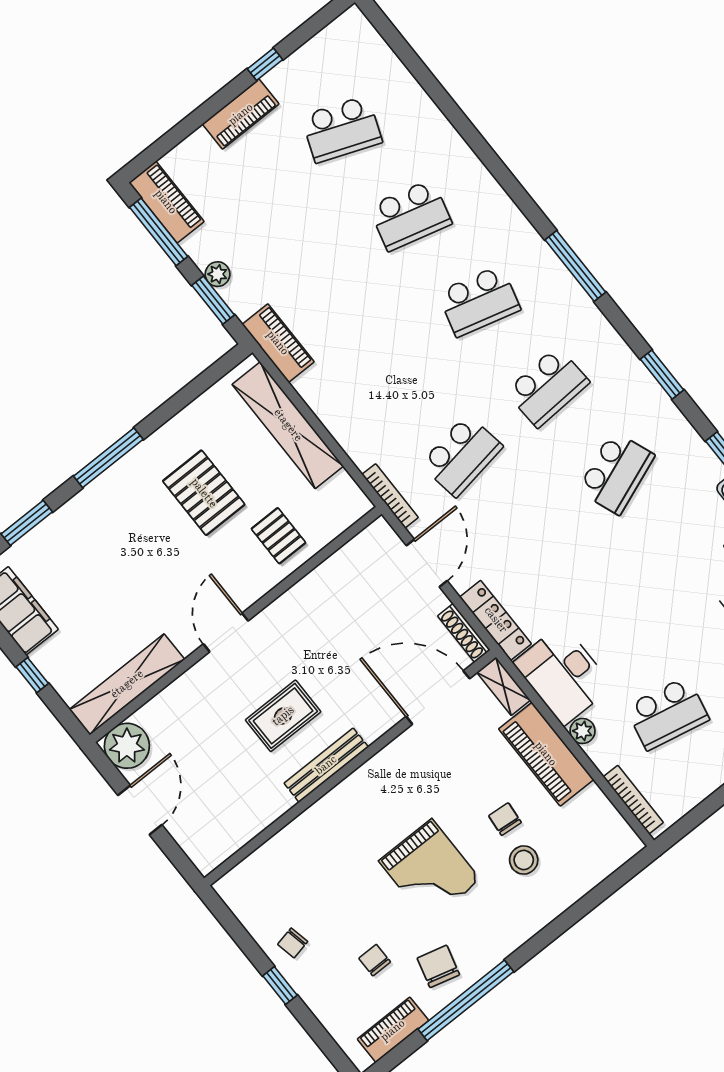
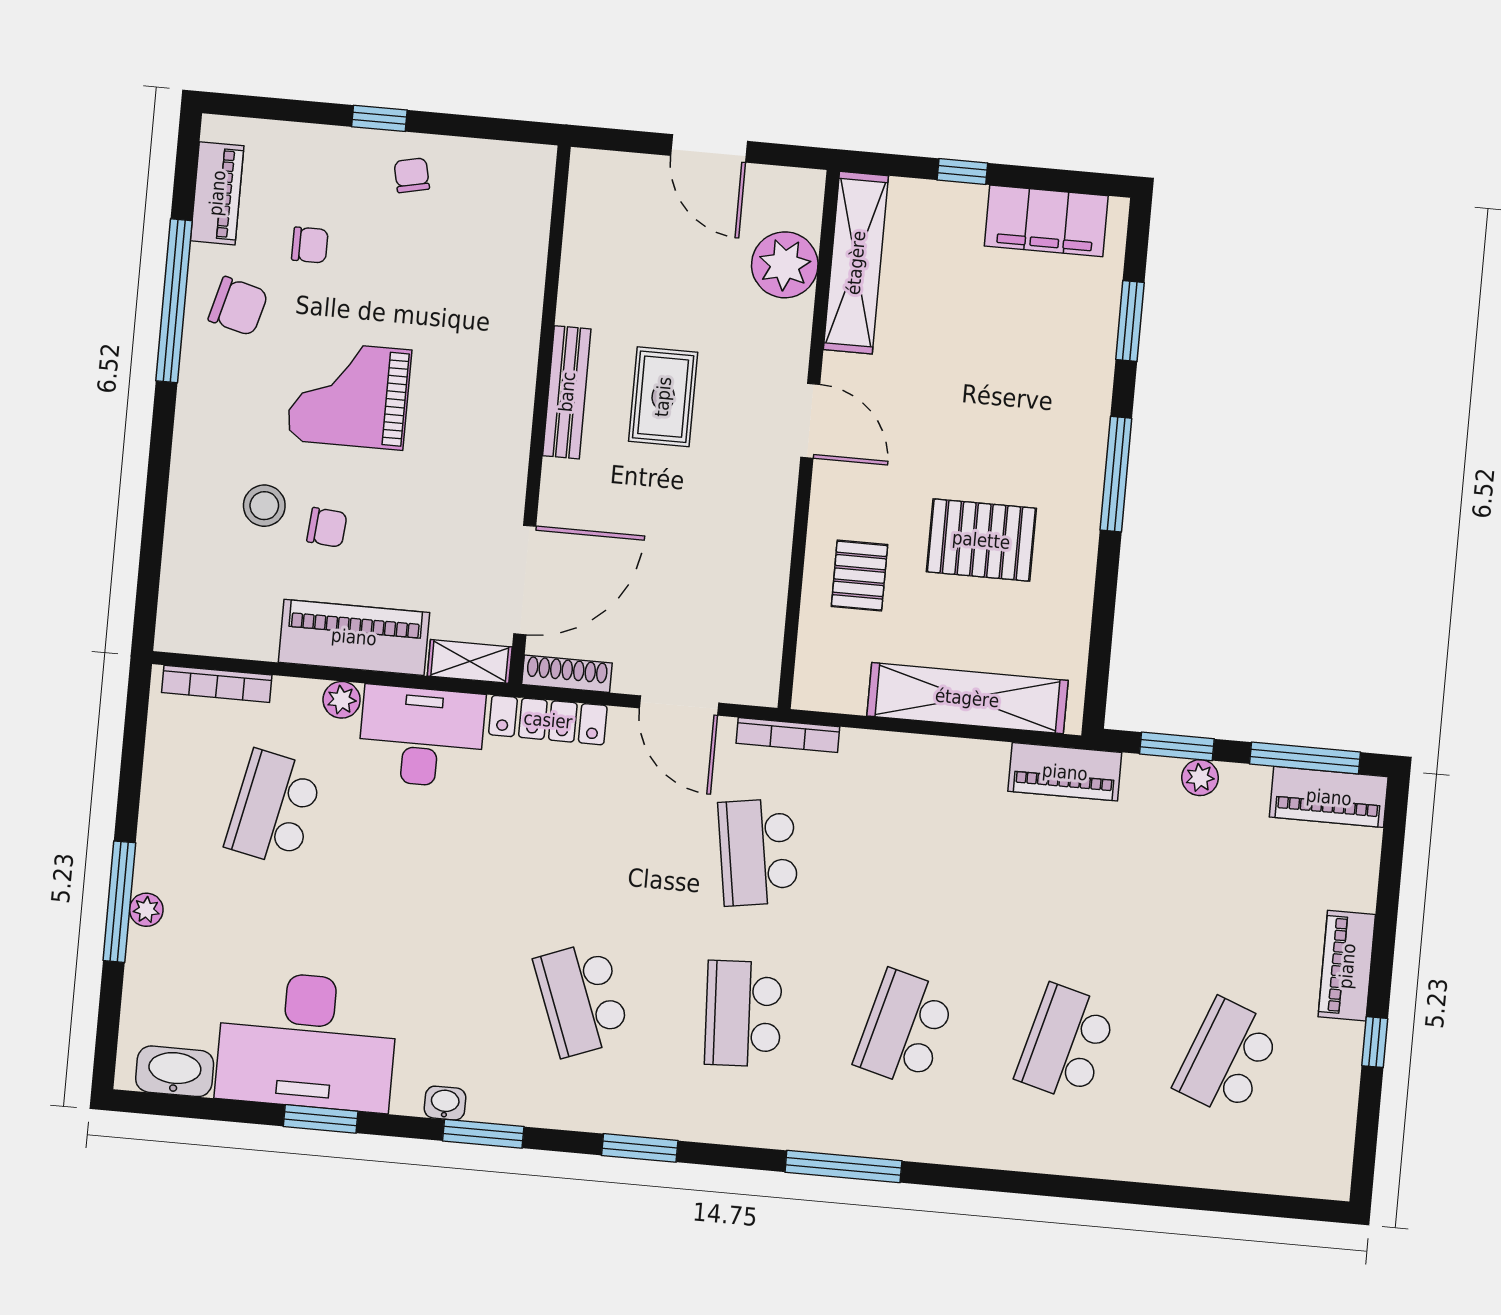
pallet: (278, 536) -> (859, 576), turned 90
plant: (127, 746) -> (785, 265), moved

